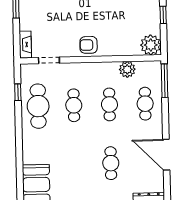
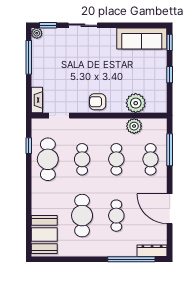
plant: (151, 45) -> (136, 103), moved
window: (165, 81) -> (170, 150), moved
cafe table: (75, 164) -> (82, 216), added

